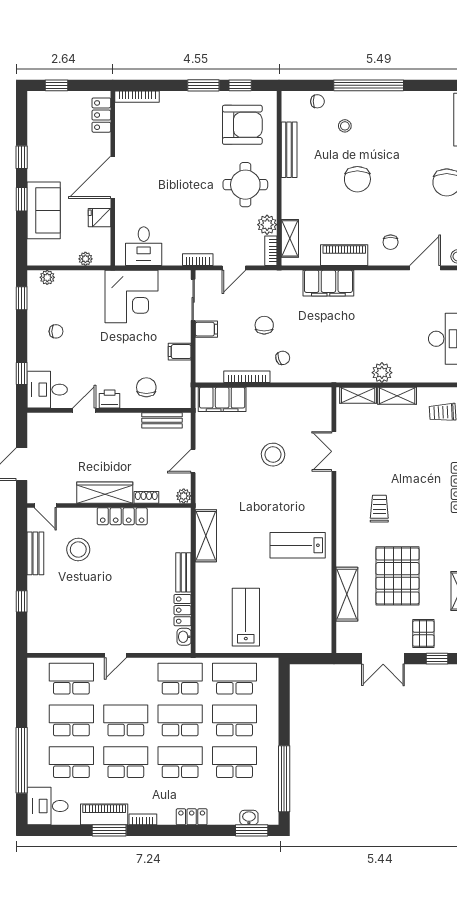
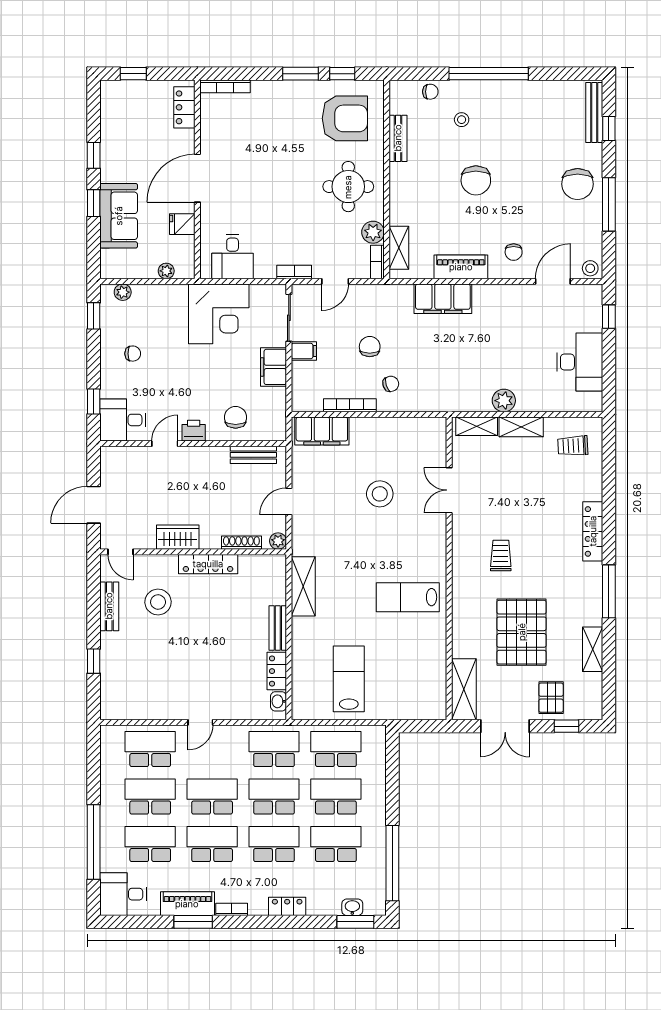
bench: (289, 150) -> (398, 138), width x0.73
filing cabinet: (180, 352) -> (273, 367), width x2.00
wardrobe: (105, 493) -> (178, 537), width x0.67
shoe rack: (146, 497) -> (241, 543), width x1.43
shelving: (347, 594) -> (464, 689), moved

